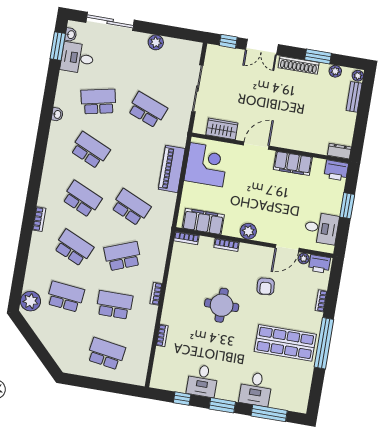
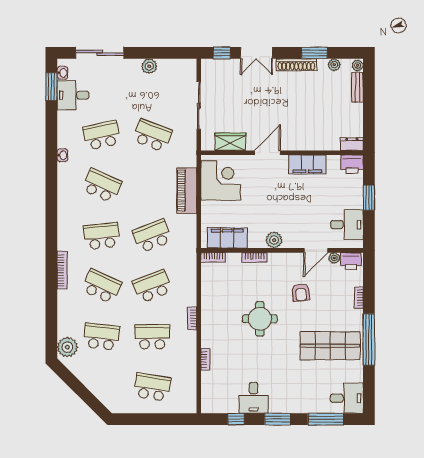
school desk: (82, 199) -> (102, 236), turned -30
school desk: (131, 207) -> (152, 236), turned -45
bookcase: (39, 219) -> (62, 270), width x1.56
desk: (256, 389) -> (347, 398), moved, turned -90

